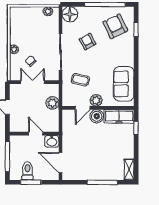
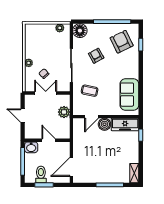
plant: (96, 100) -> (104, 110), removed
washbasin: (52, 141) -> (31, 147), moved
door: (61, 163) -> (71, 167), hinge flipped

